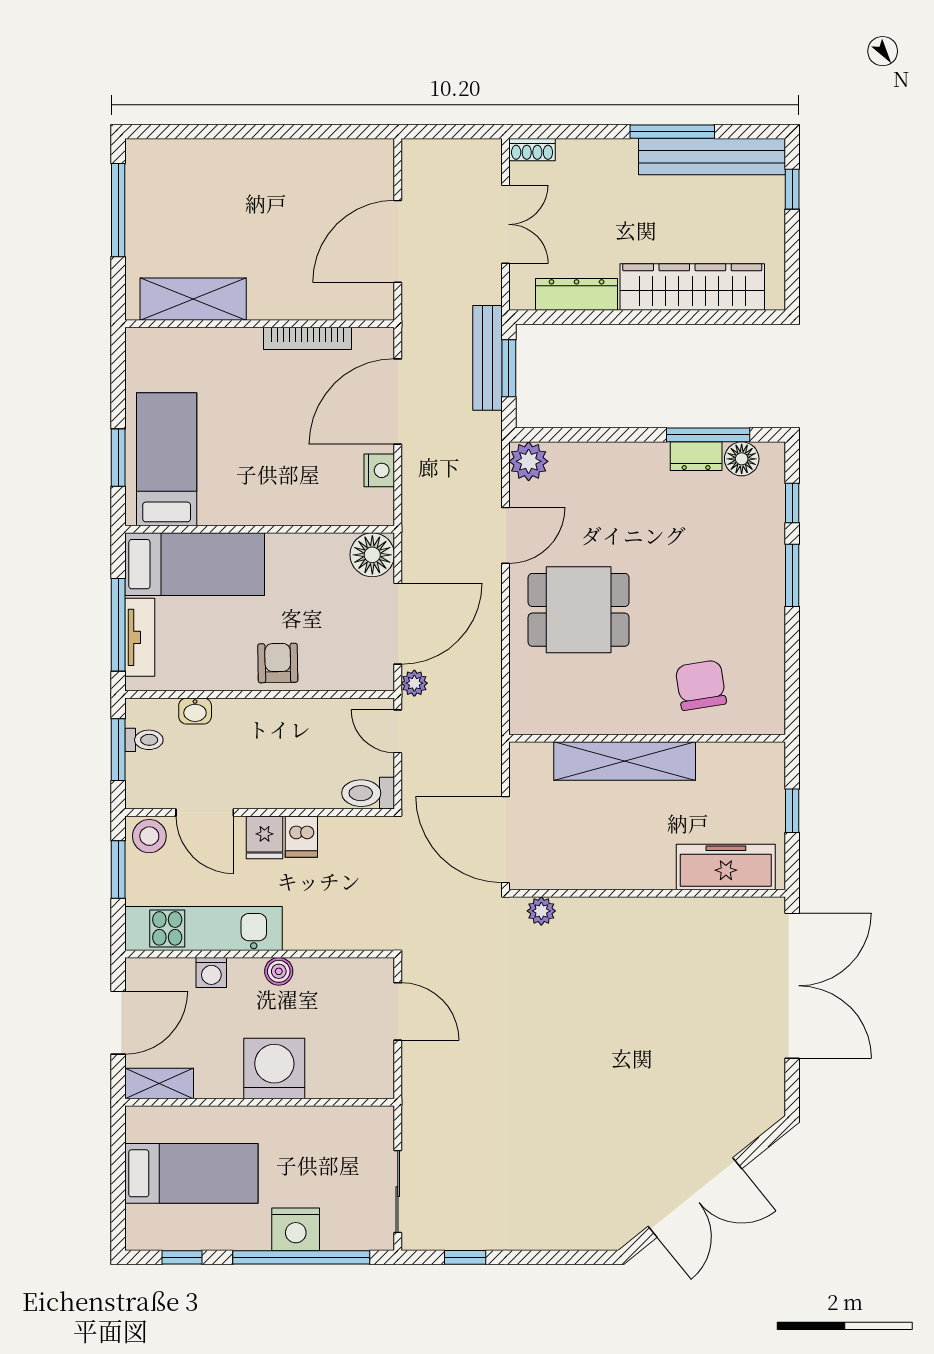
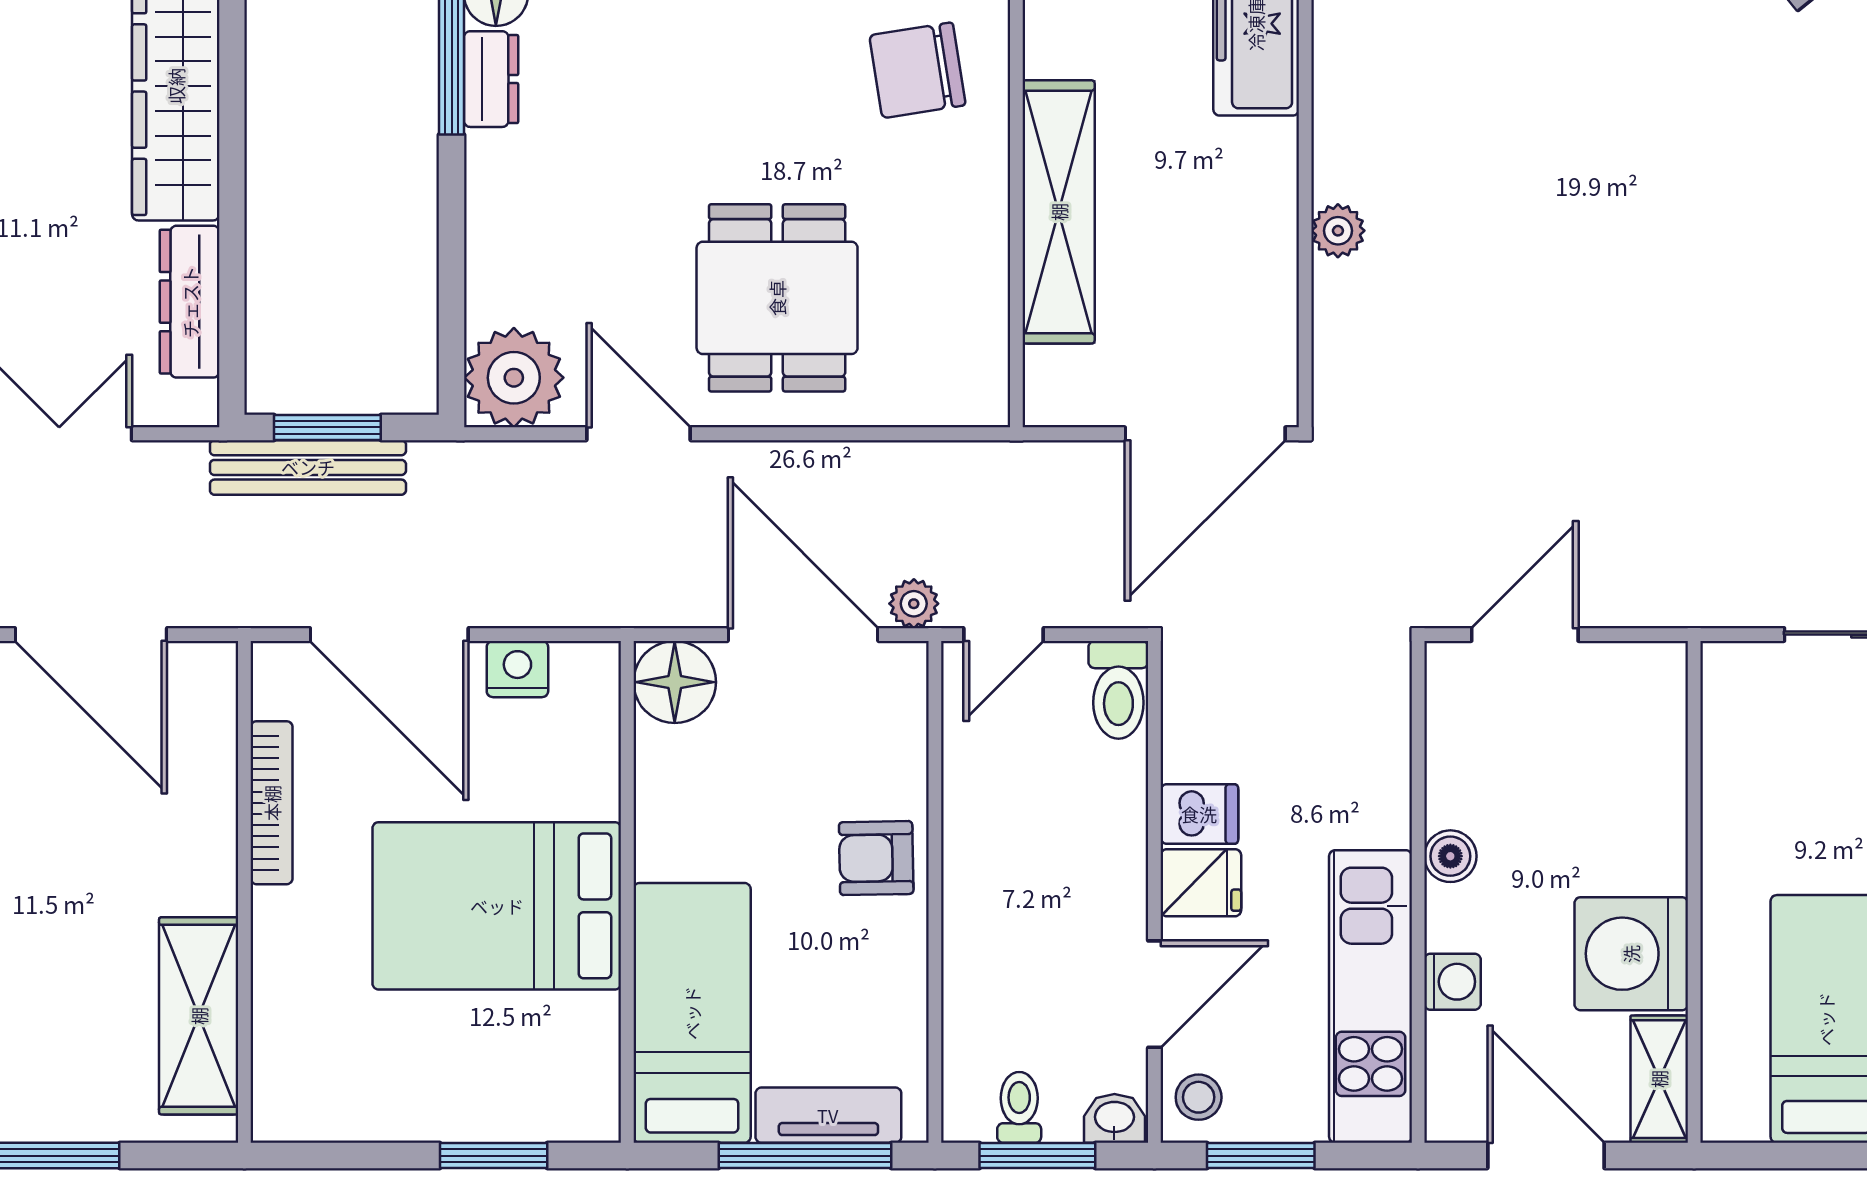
bed: (167, 459) -> (497, 906), moved, width x1.50
plant: (529, 461) -> (514, 378), width x1.36, depth x1.36
washbasin: (195, 711) -> (1114, 1118), moved, turned -90
stool: (149, 836) -> (1199, 1097), width x0.73, depth x0.73
plant: (541, 911) -> (1338, 231), moved
washing machine: (274, 1068) -> (1631, 954), moved

